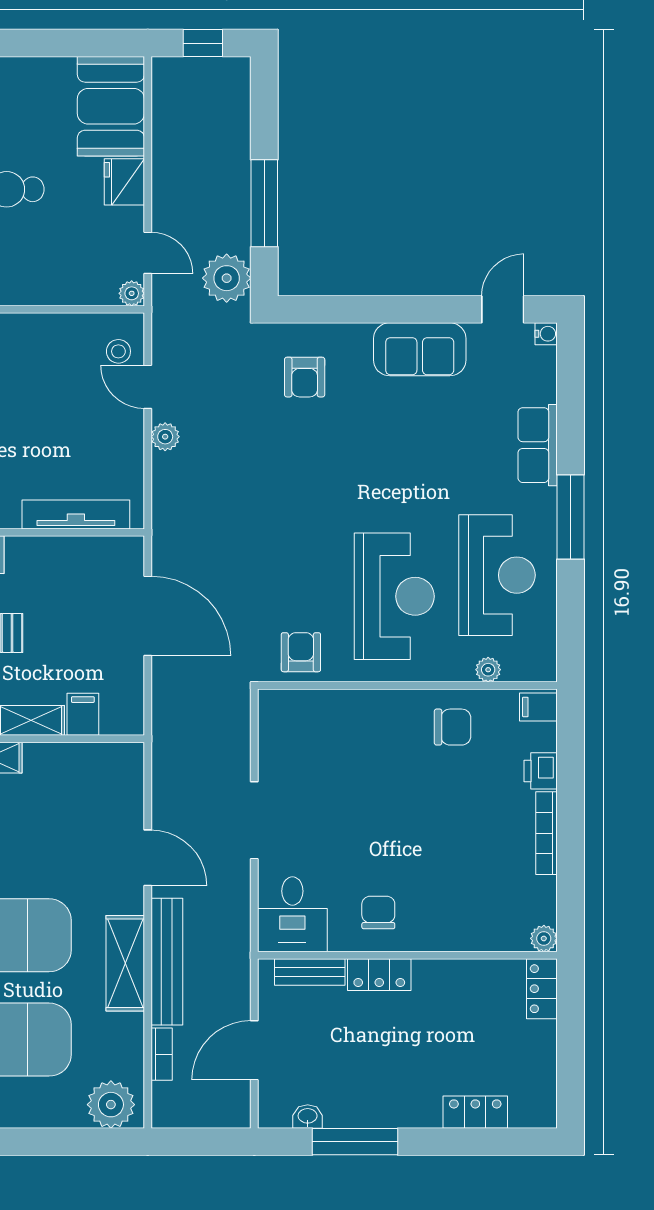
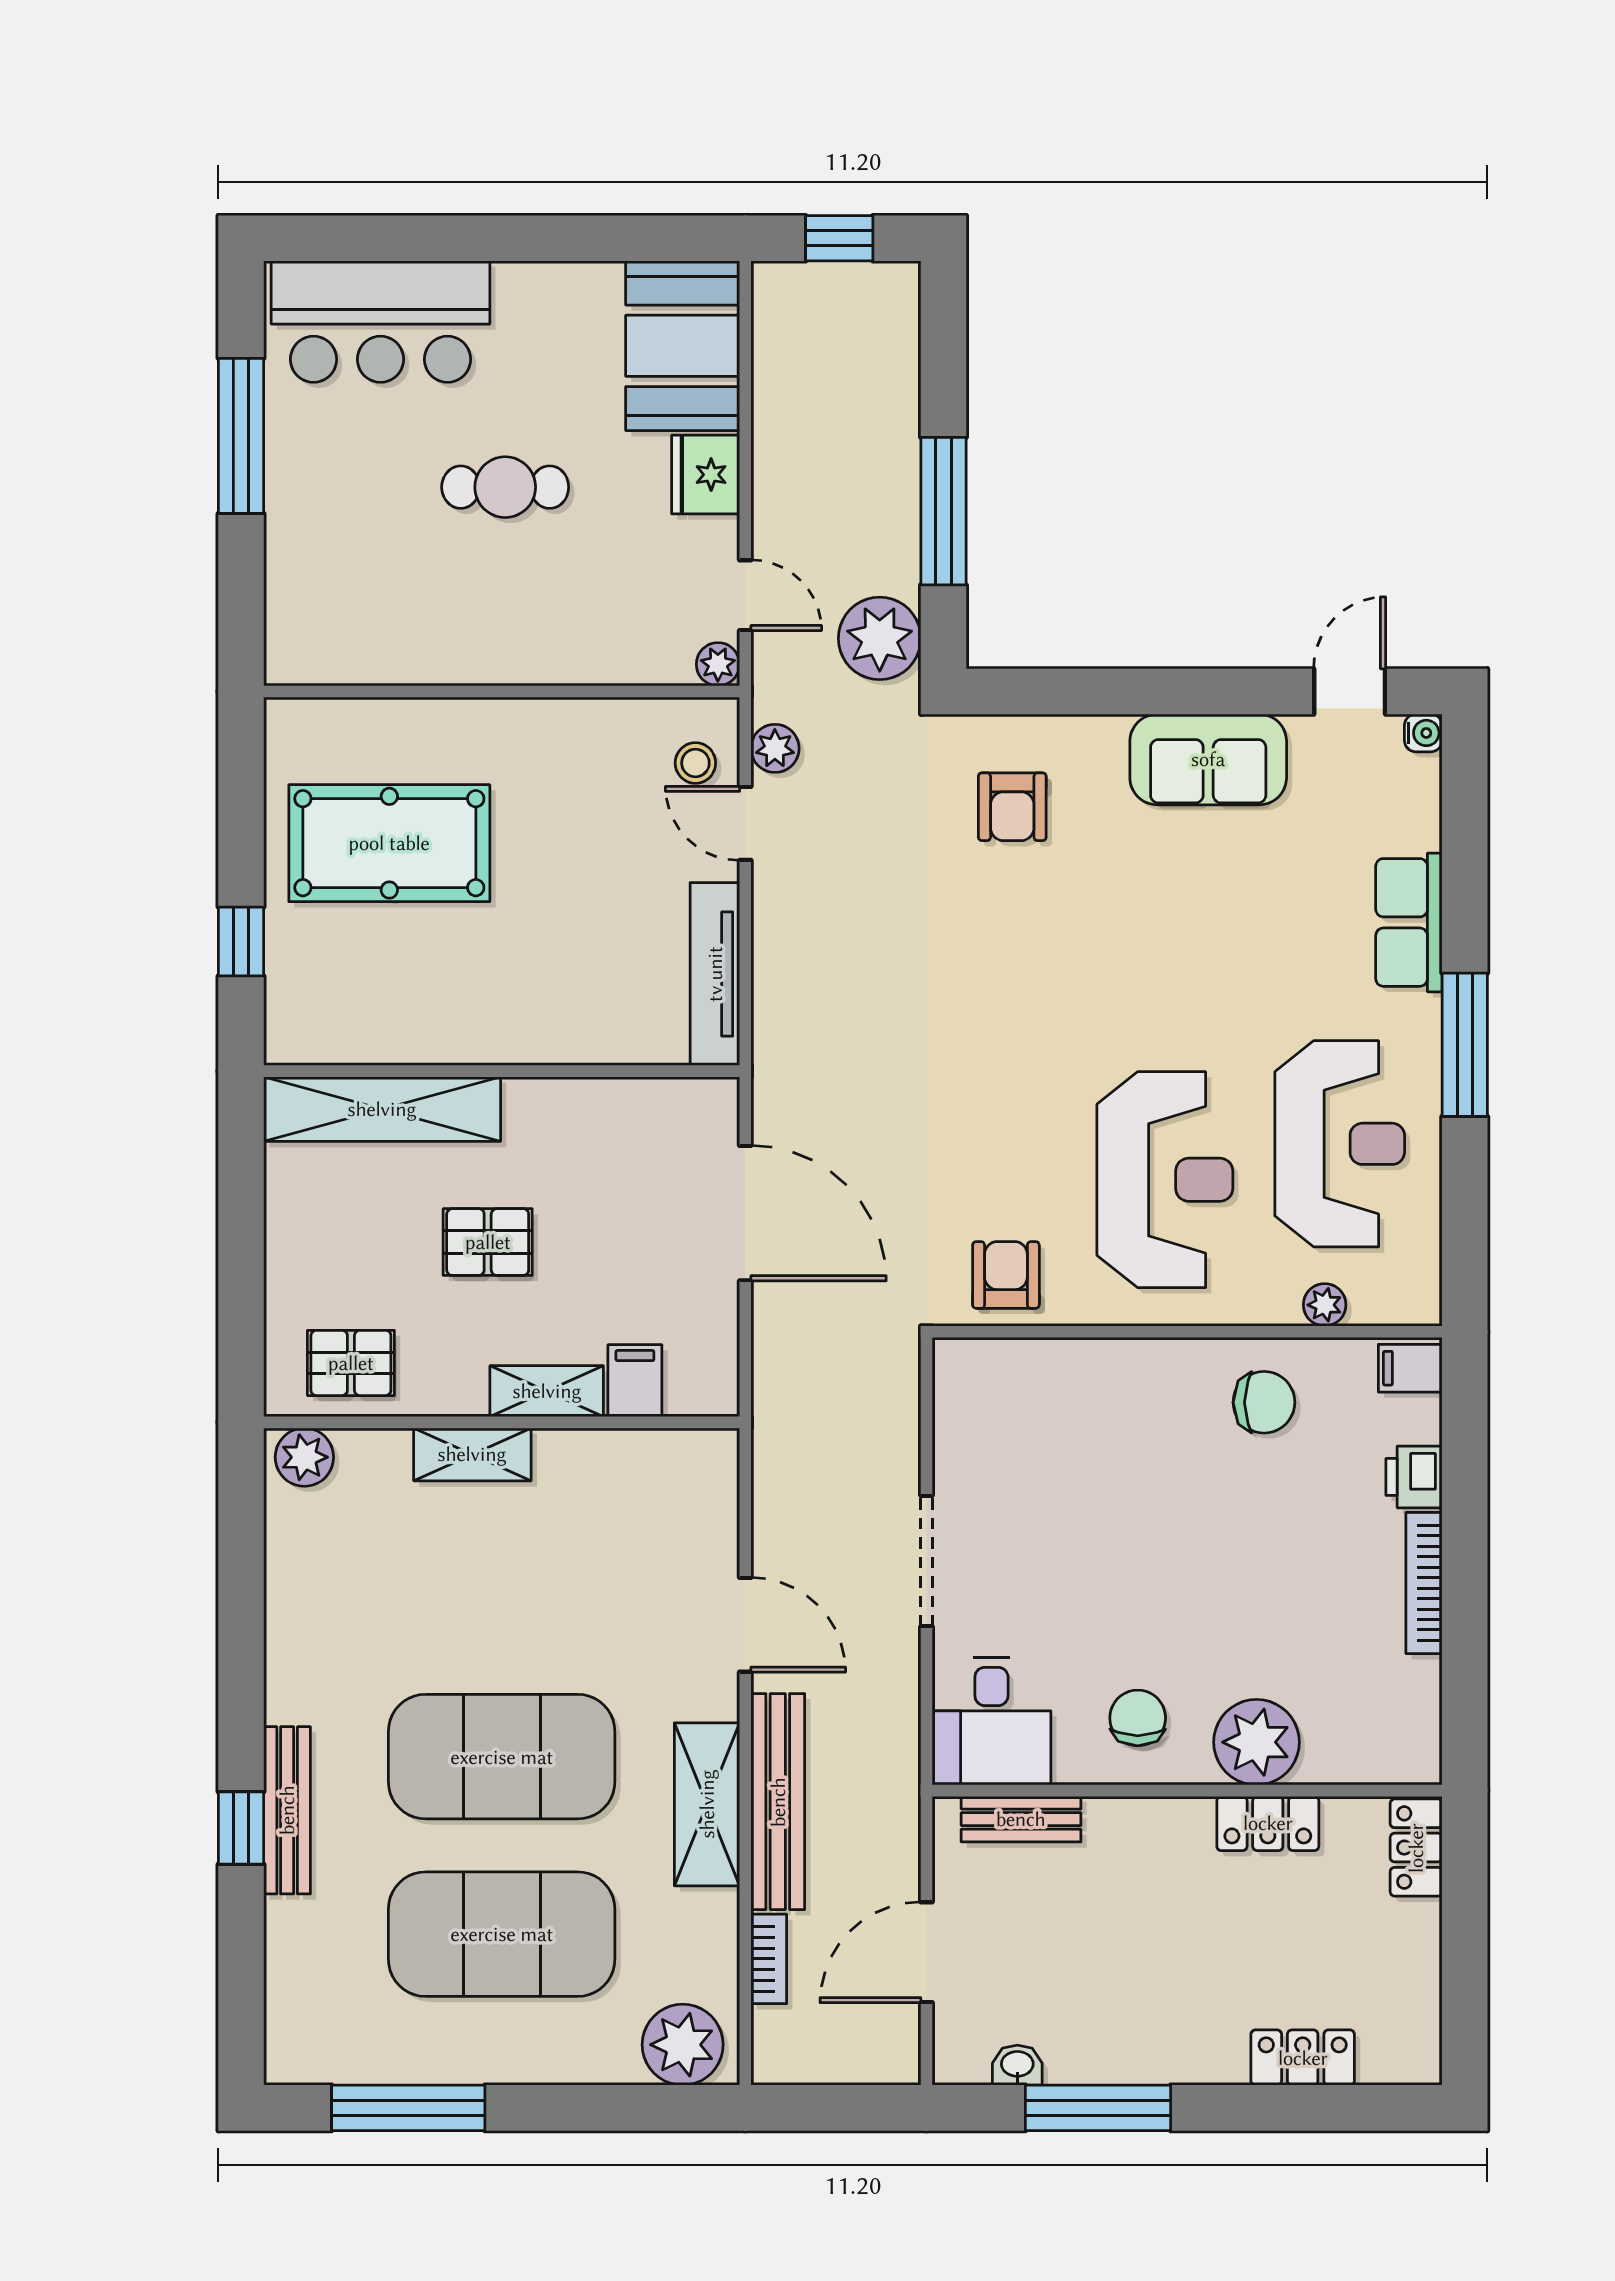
plant: (165, 437) -> (775, 748), moved
tv unit: (76, 515) -> (715, 974), moved, turned -90
plant: (544, 938) -> (1256, 1742), moved, width x1.88, depth x1.88
locker: (379, 975) -> (1268, 1823), moved

